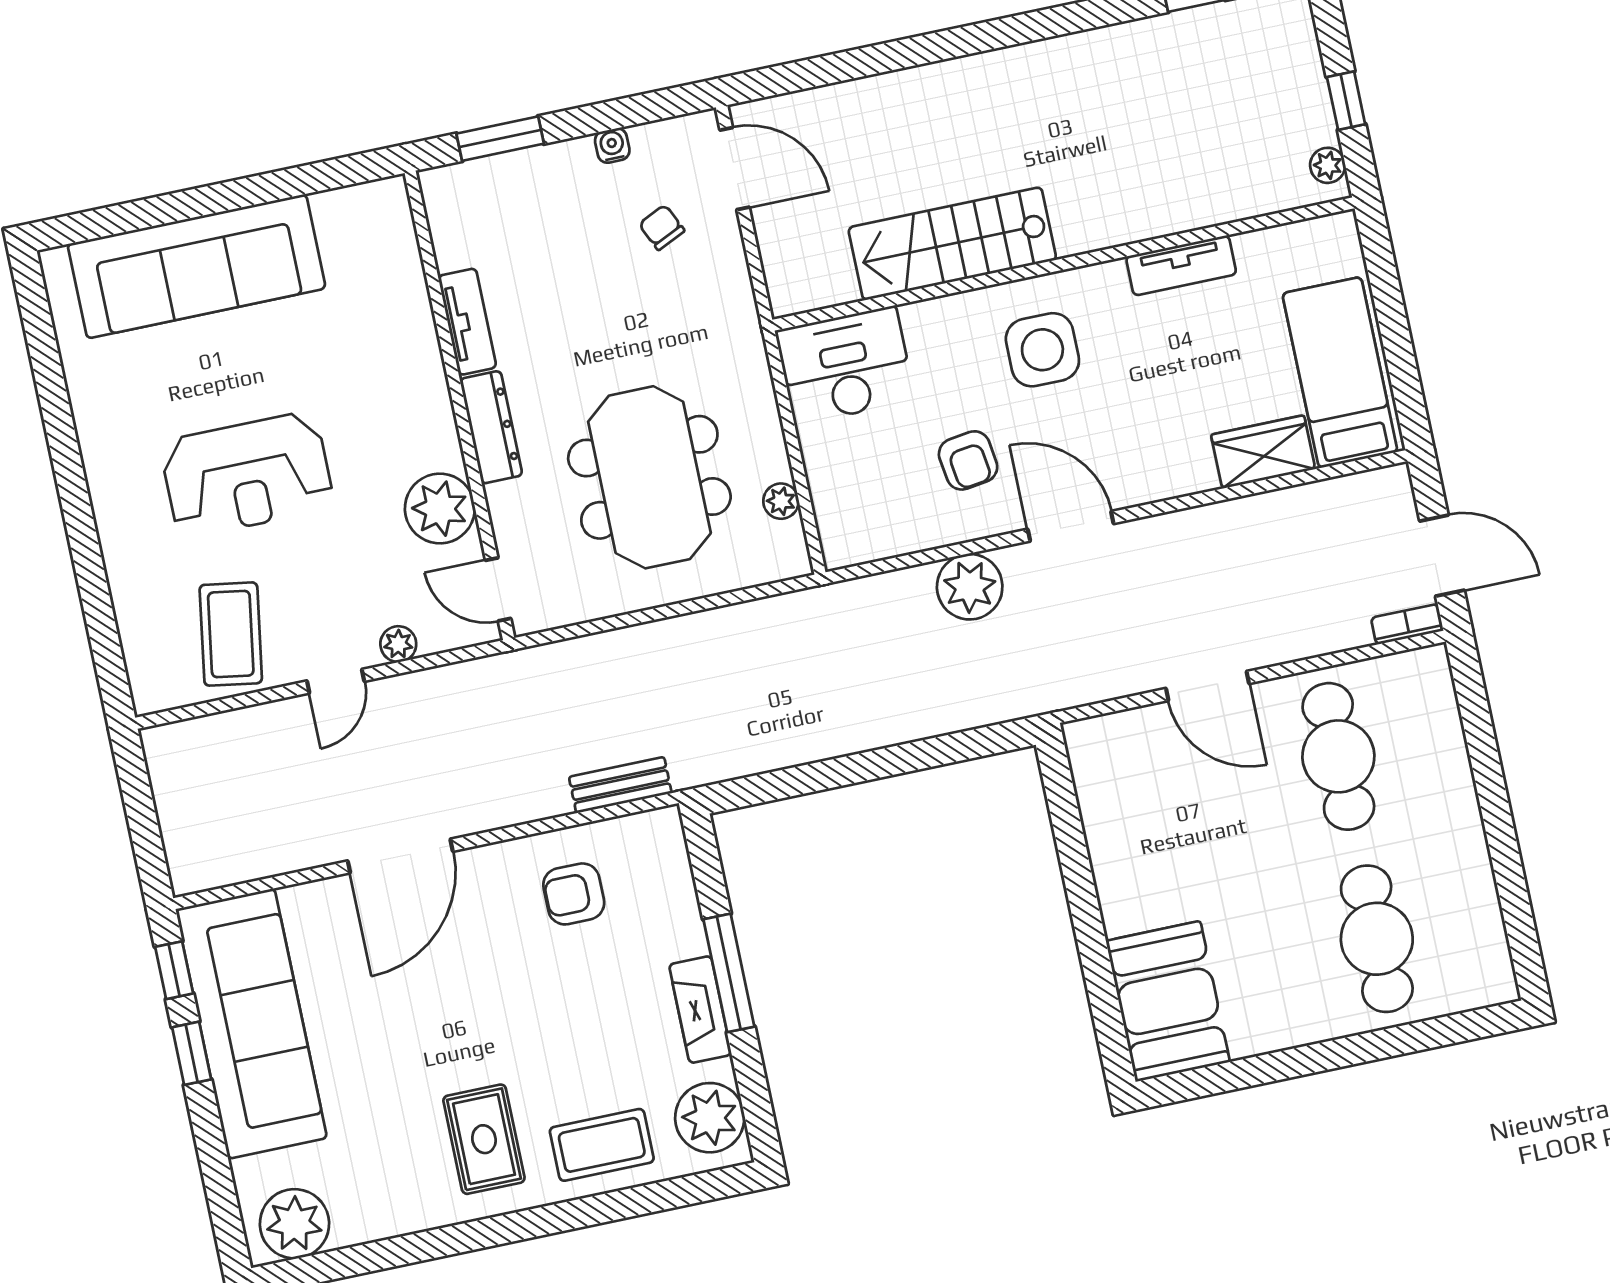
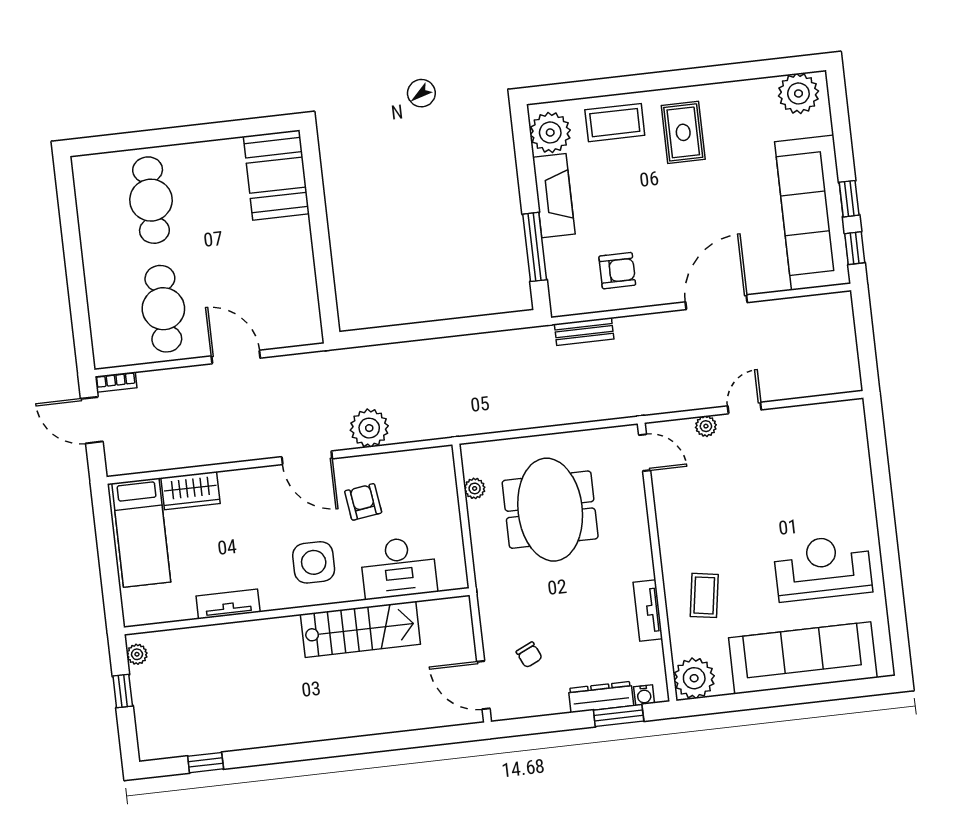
water cooler: (612, 146) -> (644, 695), moved
desk: (845, 365) -> (398, 568), moved
dresser: (491, 427) -> (601, 697), moved, turned 90
reception desk: (247, 475) -> (823, 568), moved
plant: (440, 509) -> (694, 678), moved
coffee table: (231, 634) -> (704, 595), moved, width x0.73, depth x0.77
window: (729, 973) -> (535, 247), moved
fireplace: (700, 1010) -> (554, 196), width x1.37, depth x1.32

